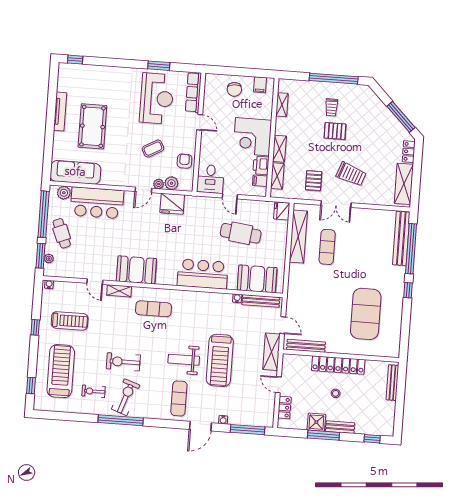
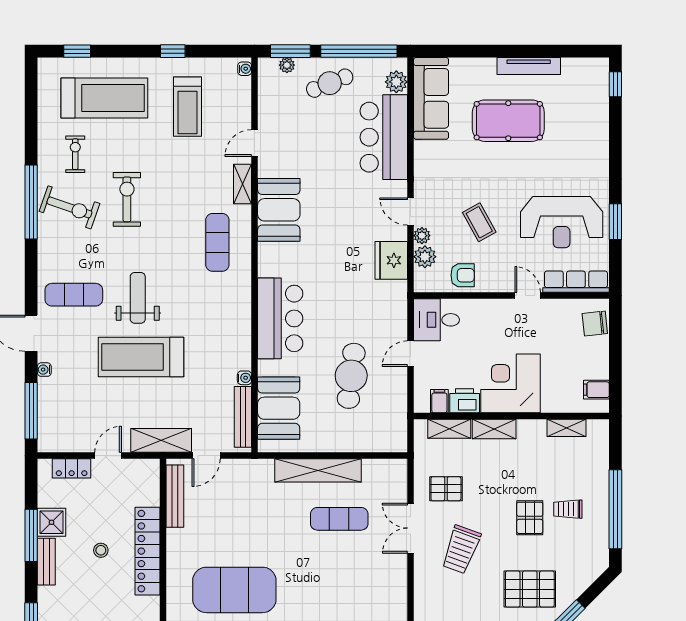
chair: (234, 89) -> (595, 324), moved
door: (200, 122) -> (528, 296), swing flipped
pallet: (378, 134) -> (530, 589), added
fridge: (282, 211) -> (393, 440), removed
shelving: (298, 237) -> (318, 470), moved

